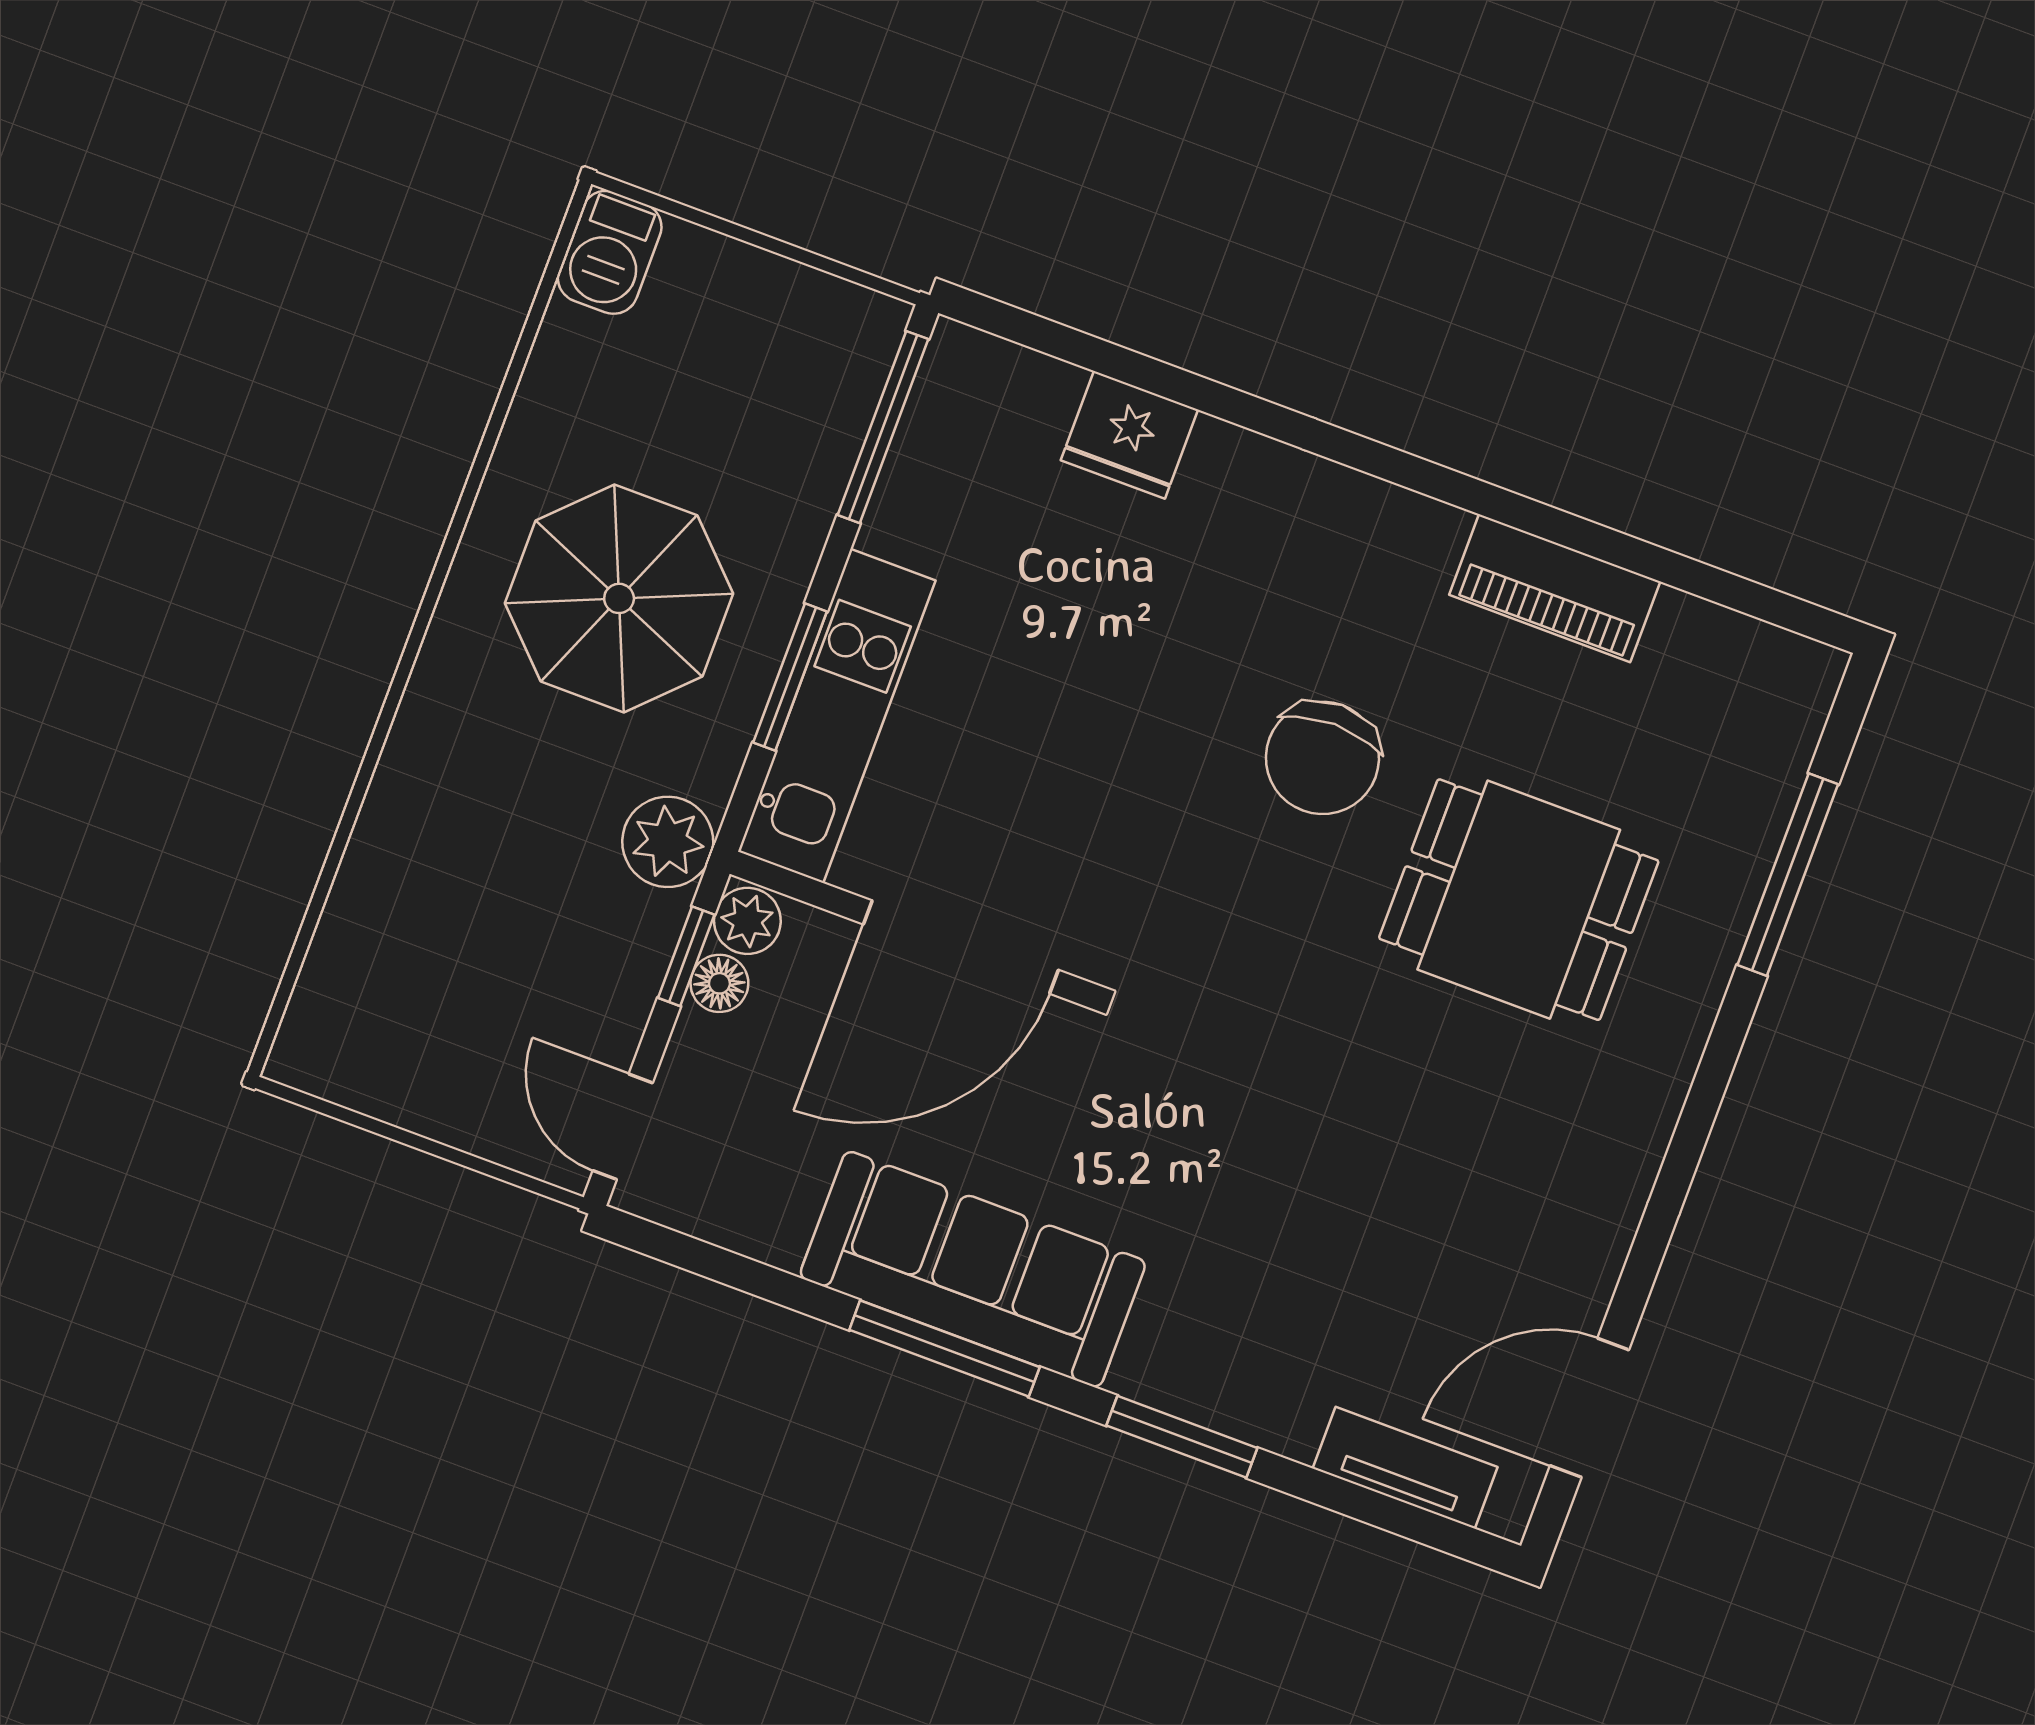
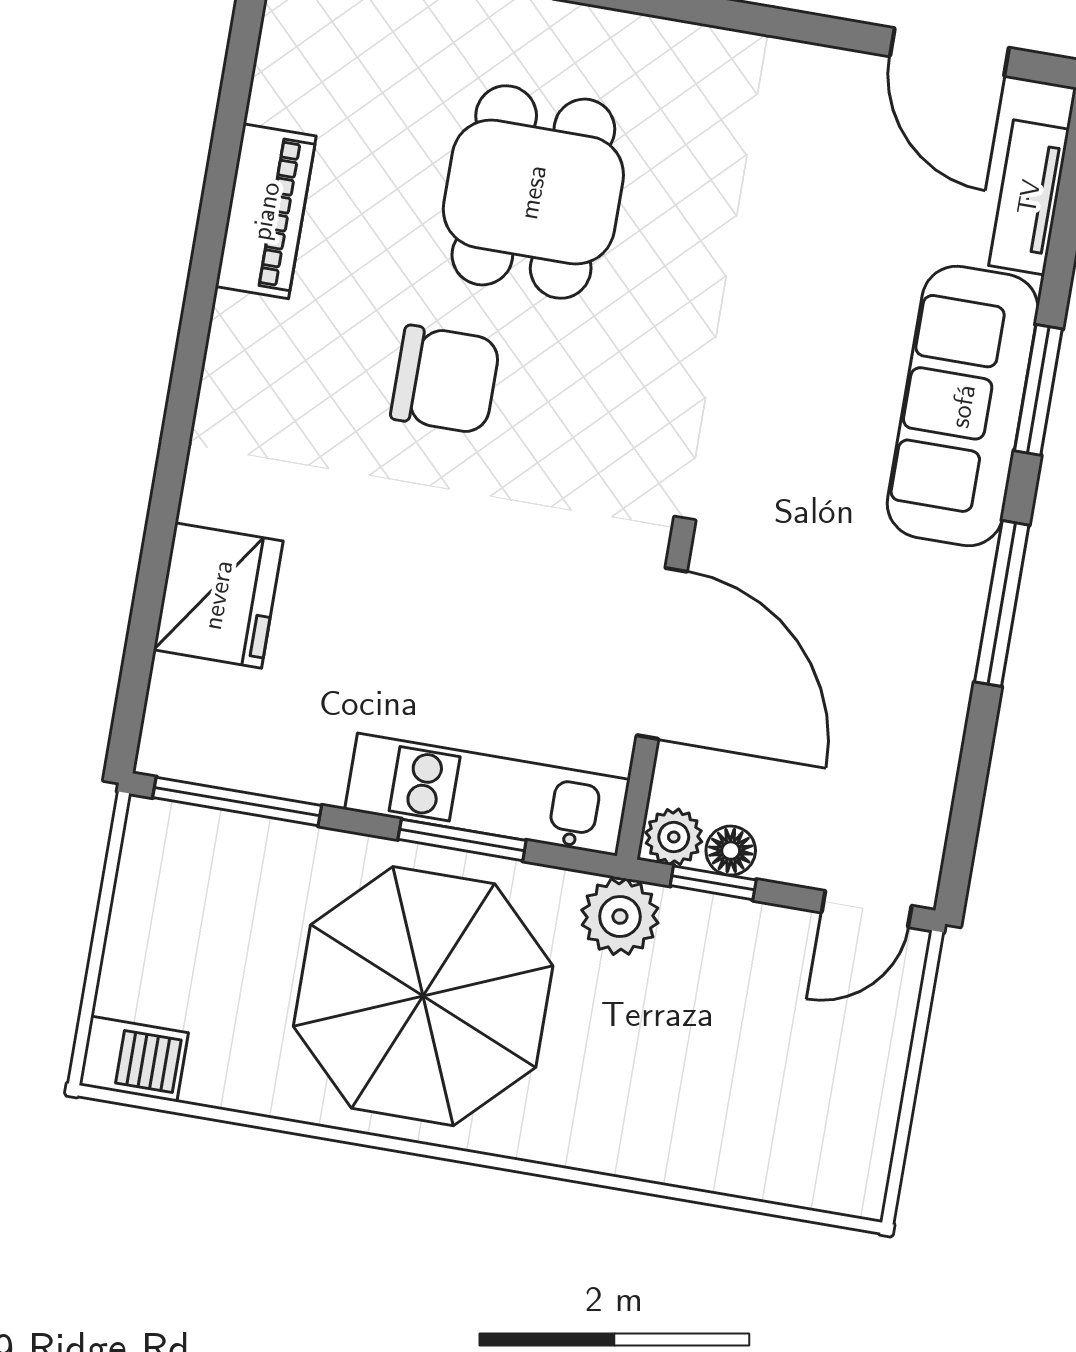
fridge: (1129, 435) -> (218, 595), width x1.36, depth x1.34
parasol: (619, 598) -> (423, 996), width x1.36, depth x1.36
sofa: (973, 1269) -> (963, 406), moved

